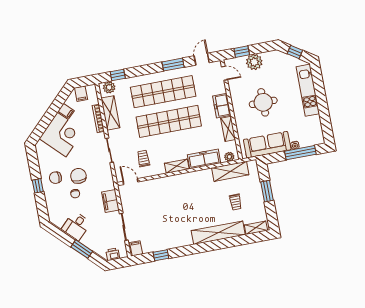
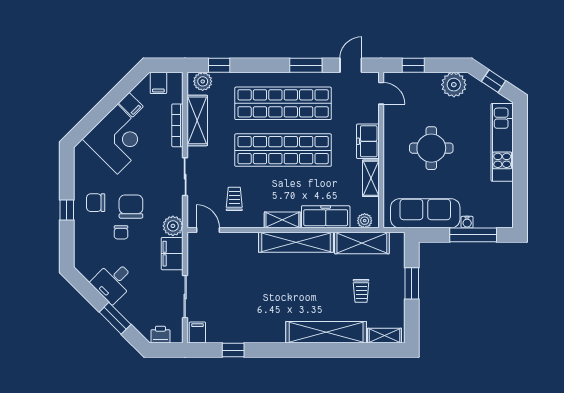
plant: (254, 62) -> (454, 85), moved
shelving: (188, 179) -> (296, 242), added
plant: (108, 183) -> (173, 226), added

